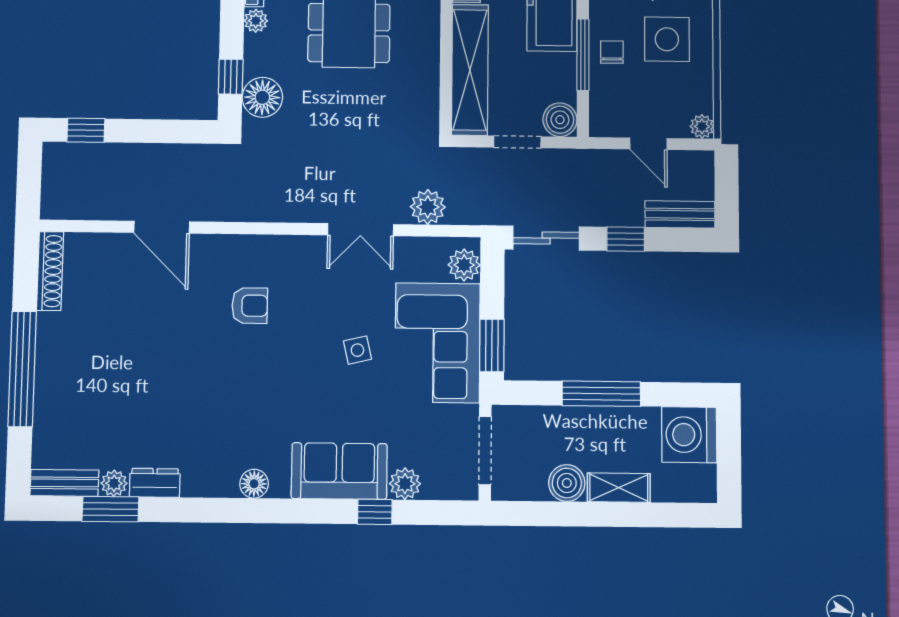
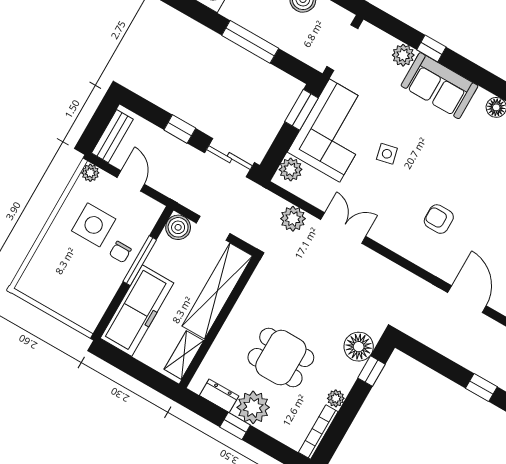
side table: (667, 39) -> (94, 225), moved
bench: (680, 214) -> (112, 136), moved, turned 90

